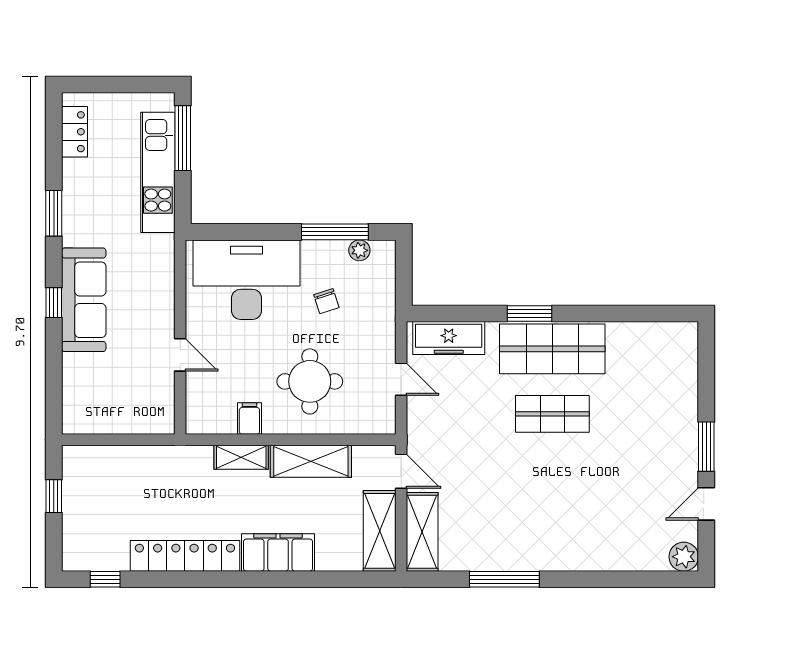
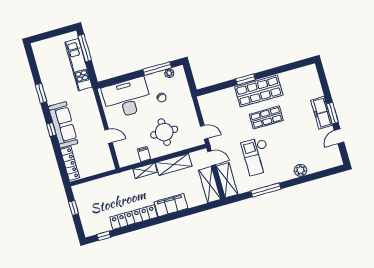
locker: (74, 132) -> (70, 164), moved, width x1.53
freezer: (449, 338) -> (322, 113), moved, turned 90
door: (401, 379) -> (204, 132), moved
checkout: (506, 497) -> (257, 156), added
plant: (684, 557) -> (300, 170), moved

